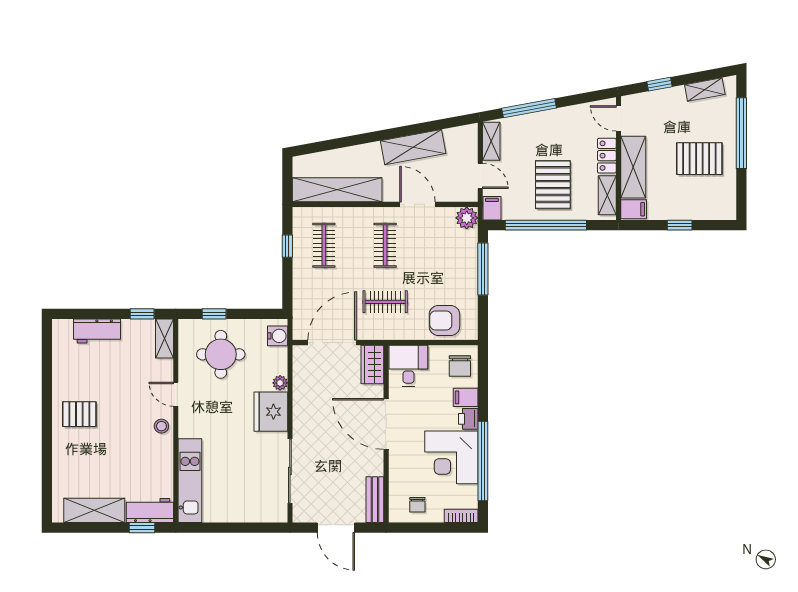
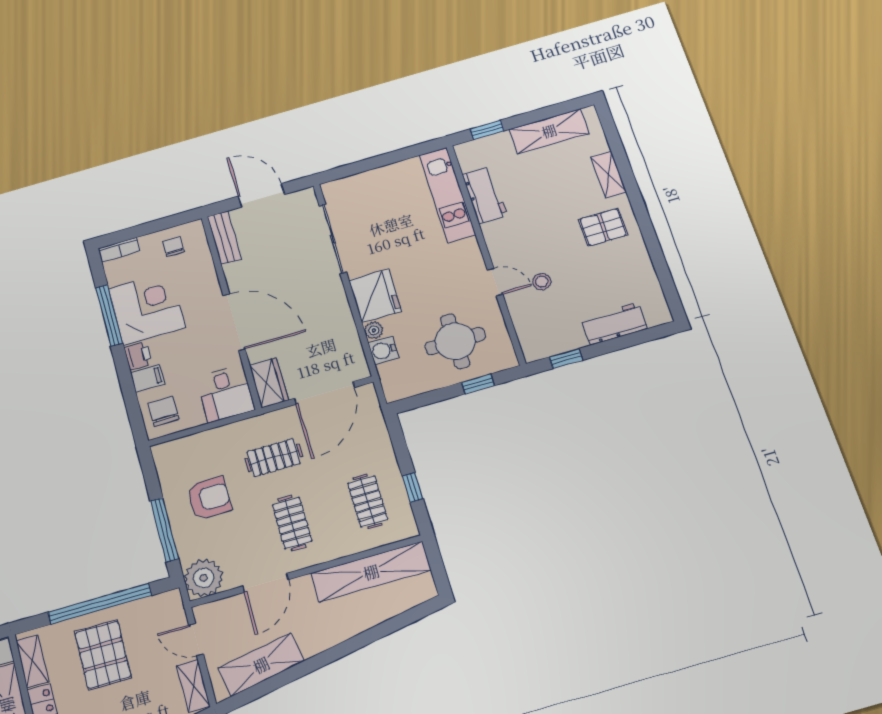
shelving: (413, 147) -> (261, 665), moved
door: (417, 204) -> (265, 583), hinge flipped
filing cabinet: (492, 208) -> (172, 605), removed
plant: (467, 218) -> (204, 578), width x1.36, depth x1.36
armchair: (444, 321) -> (209, 498), moved
water cooler: (278, 336) -> (383, 350), moved
shelving: (165, 339) -> (608, 175), moved
stool: (161, 426) -> (542, 282), moved
window: (483, 461) -> (109, 315), width x0.68
workbench: (150, 510) -> (485, 195), moved, turned -90

